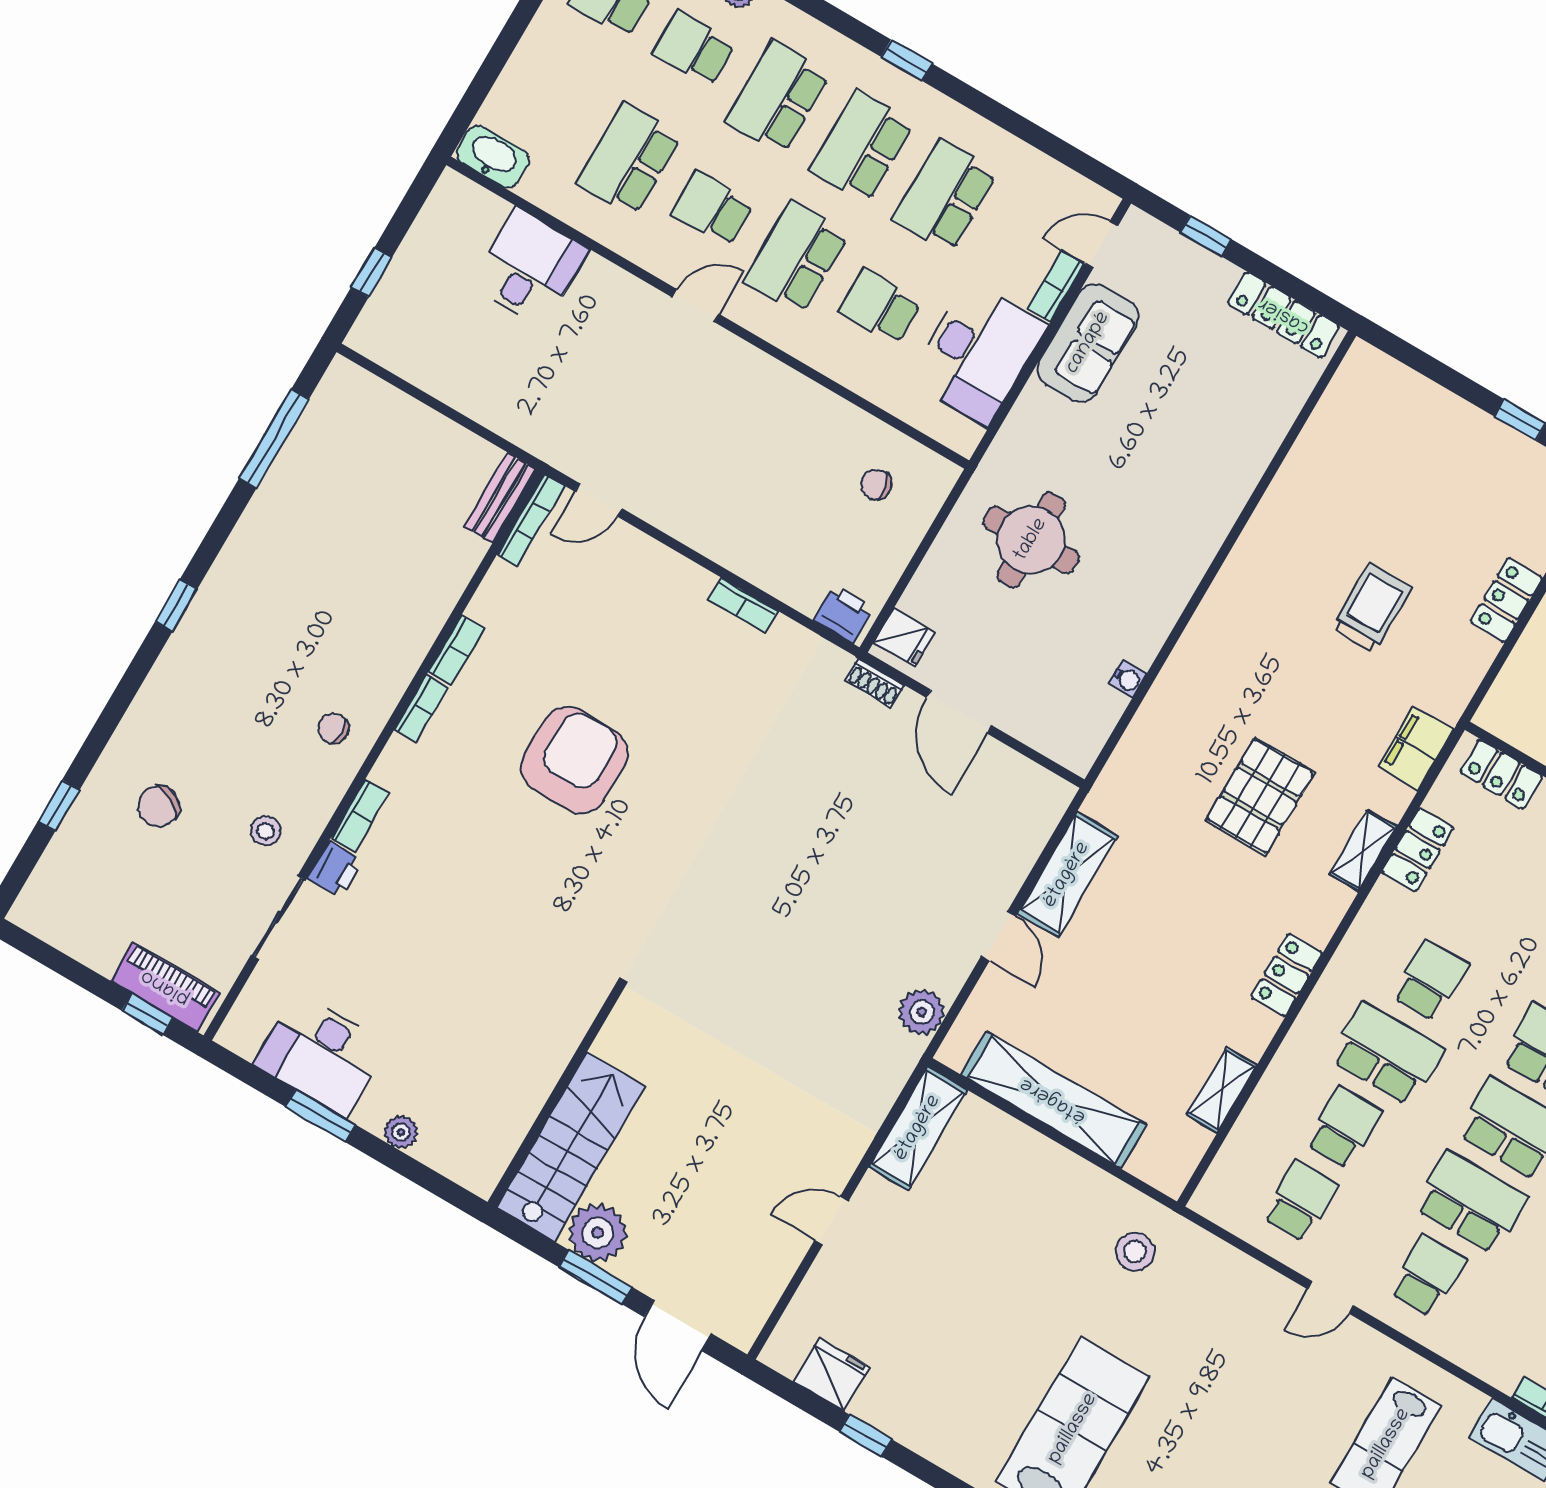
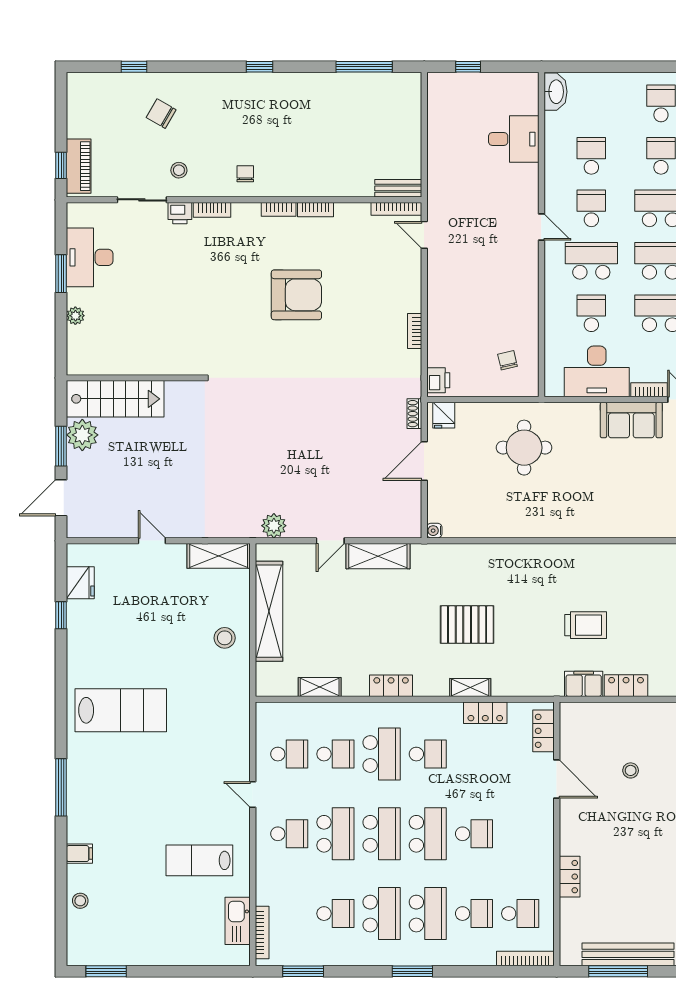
school desk: (629, 159) -> (591, 156), width x0.54
water cooler: (1128, 679) -> (434, 531), moved, turned 90
filing cabinet: (1416, 748) -> (584, 684), moved
stool: (1135, 1252) -> (225, 638), moved

